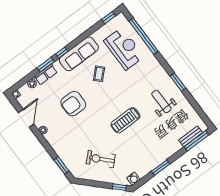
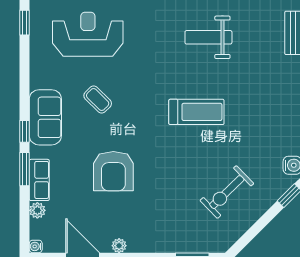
sofa: (79, 54) -> (45, 117), width x0.73
treadmill: (125, 120) -> (196, 112), turned -90

